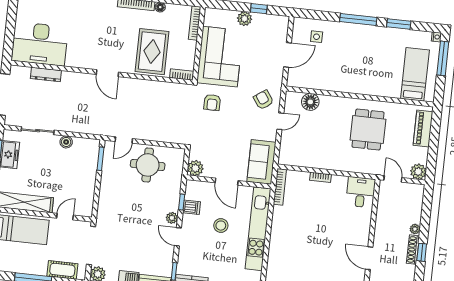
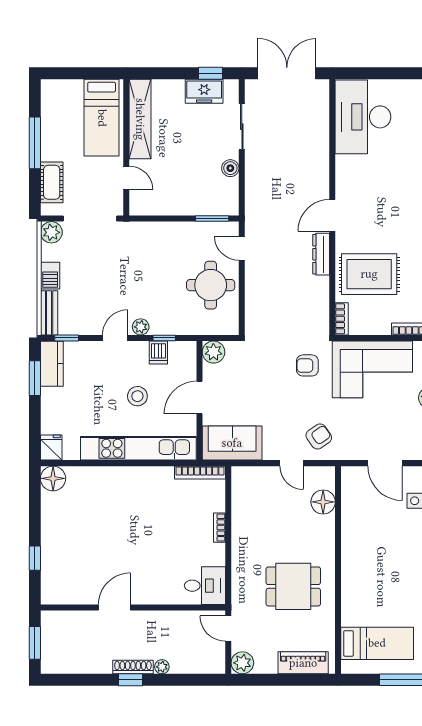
dresser: (46, 74) -> (321, 254), moved
door: (393, 179) -> (228, 629), swing flipped

